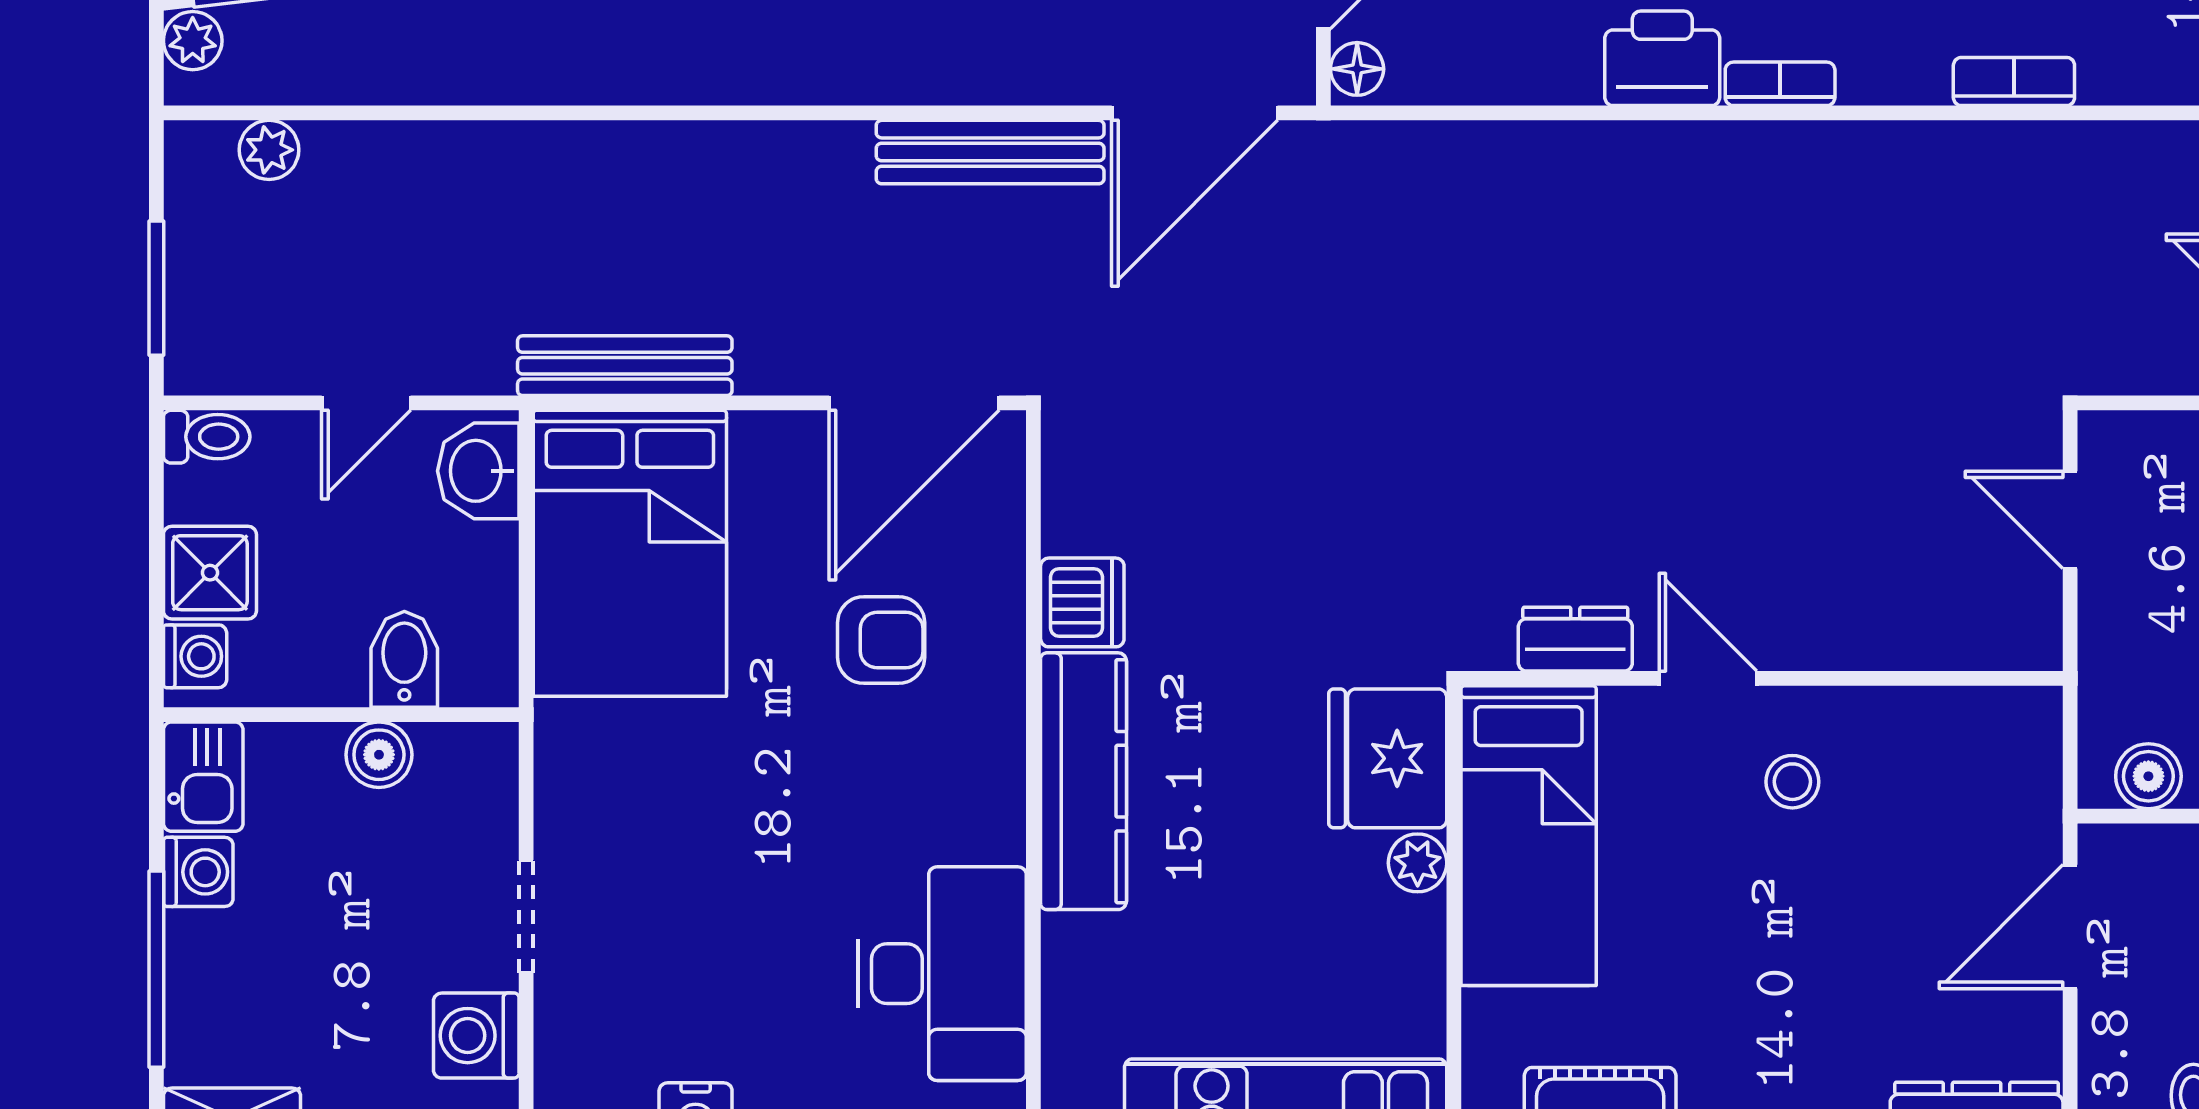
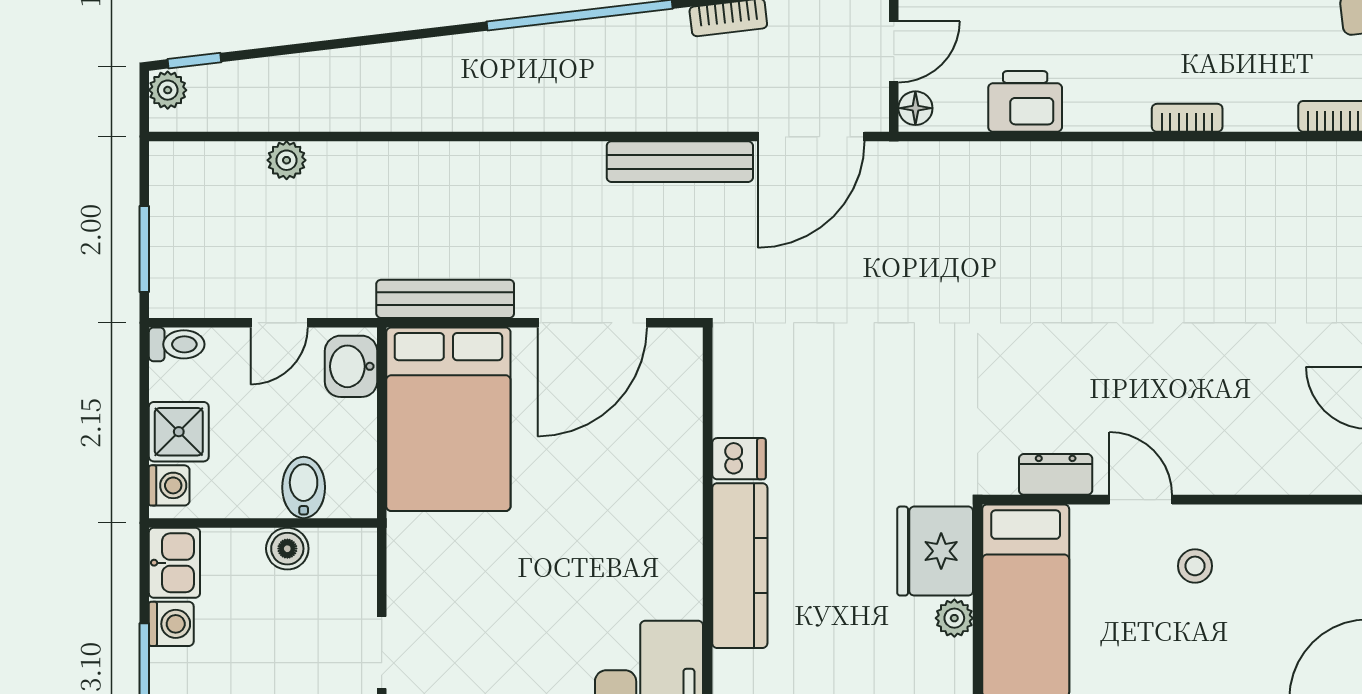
printer: (1662, 58) -> (1025, 101), moved
plant: (269, 150) -> (287, 160), moved
door: (914, 403) -> (592, 323), moved
dishwasher: (1082, 602) -> (739, 459), width x0.73
armchair: (881, 640) -> (610, 475), removed

